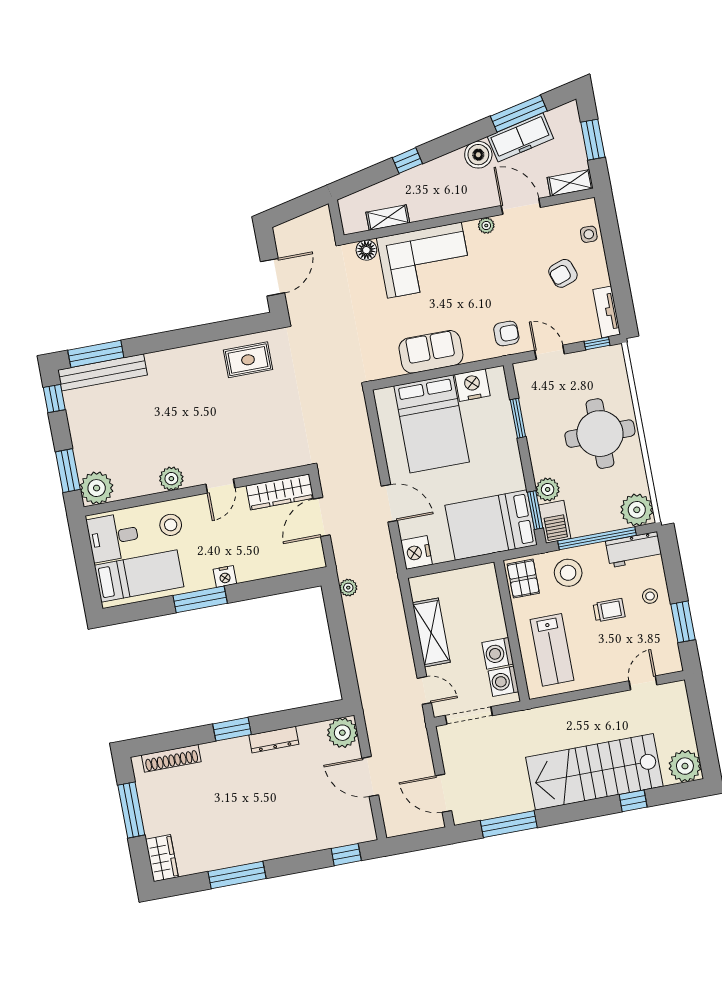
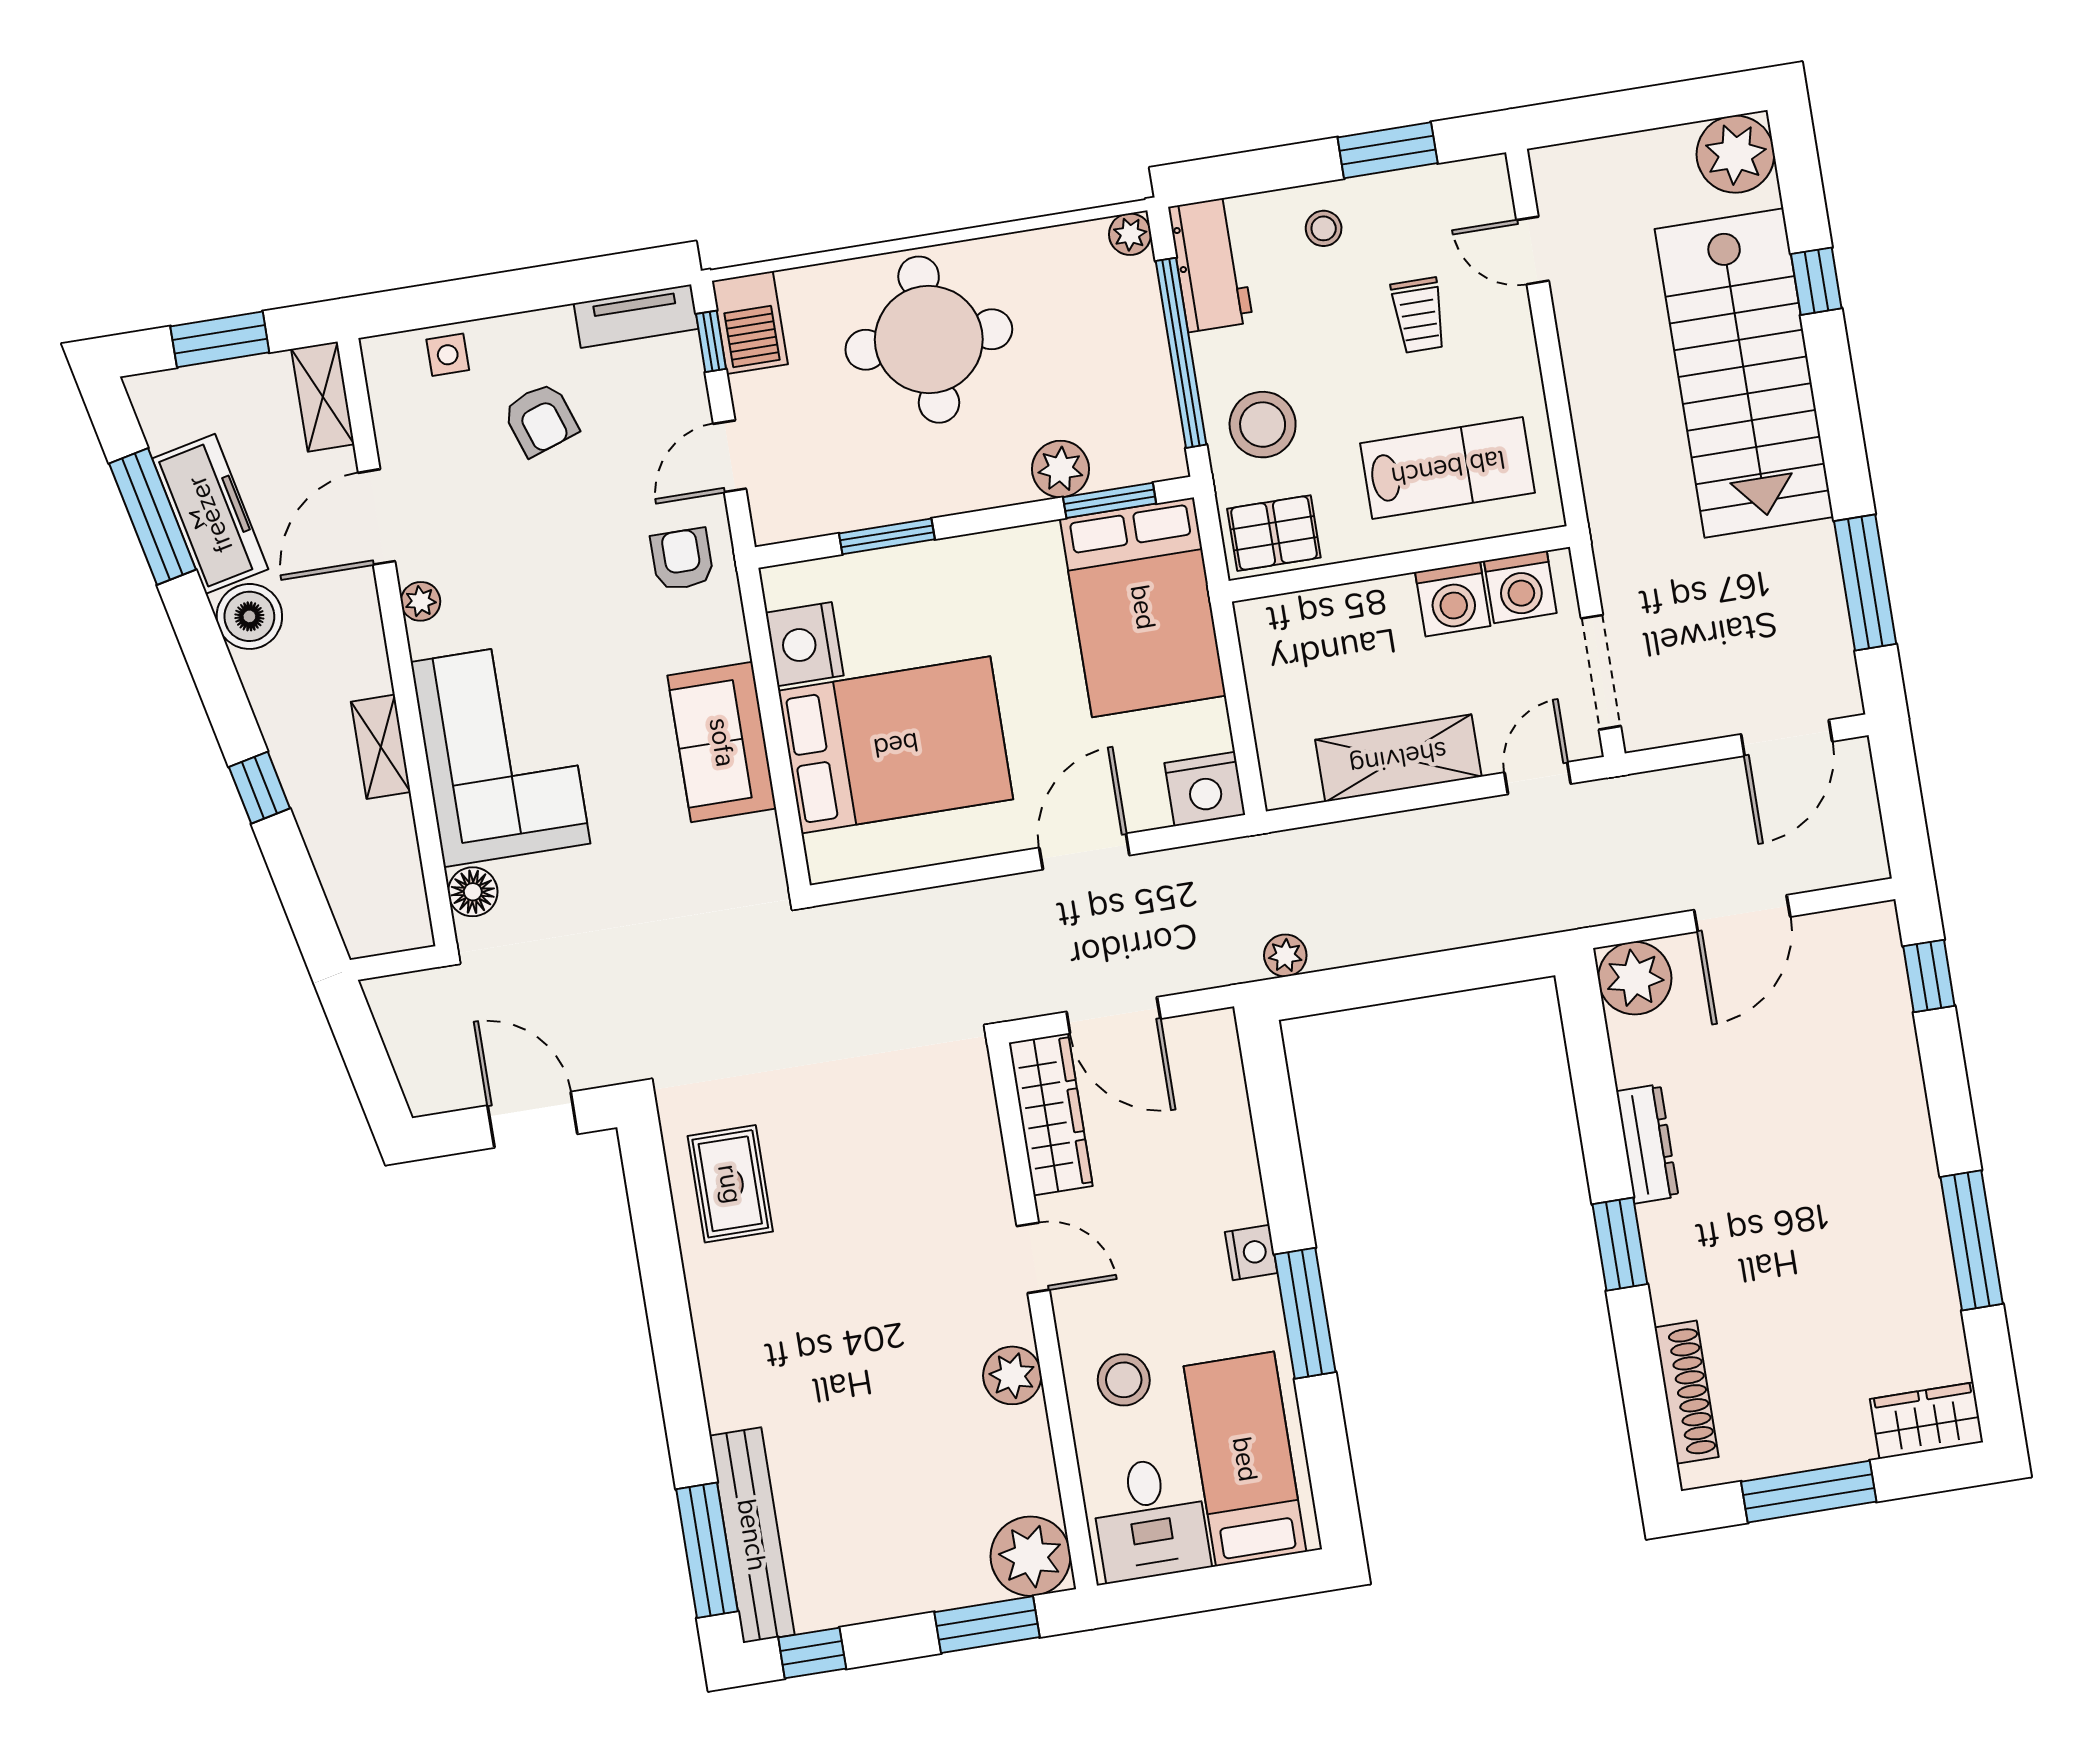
shelving: (388, 218) -> (381, 747), moved
plant: (637, 510) -> (1130, 234), width x0.53, depth x0.53
barbecue: (555, 522) -> (750, 323), moved, turned 90
trolley: (609, 610) -> (1419, 315), moved, turned 180

